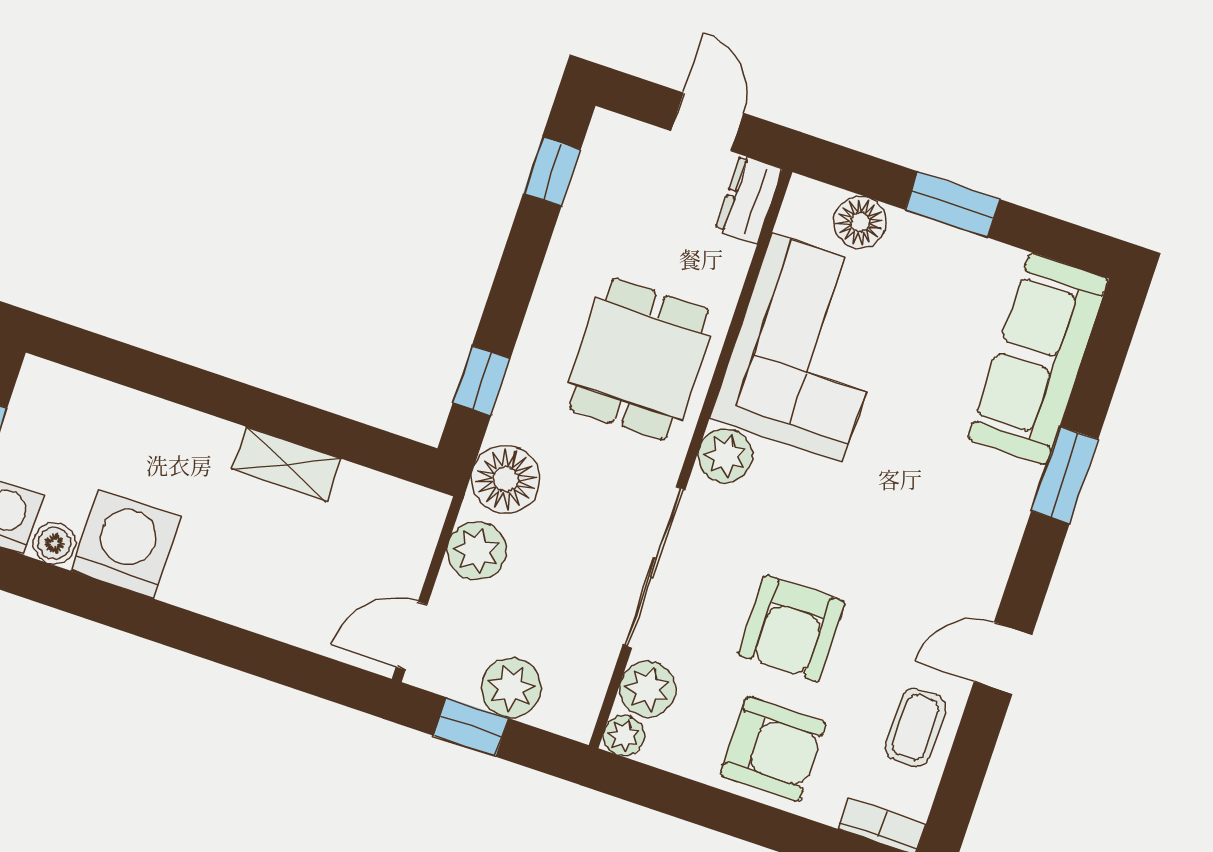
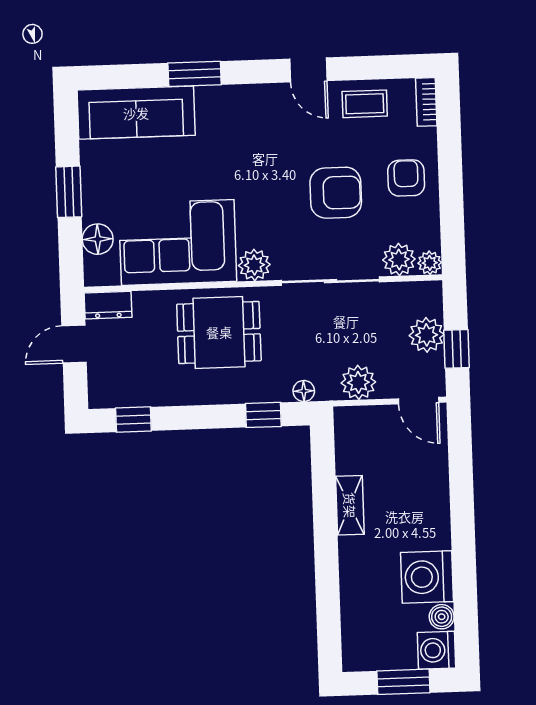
floor lamp: (506, 479) -> (304, 391), width x0.53, depth x0.53
armchair: (773, 749) -> (406, 178), width x0.72, depth x0.72

